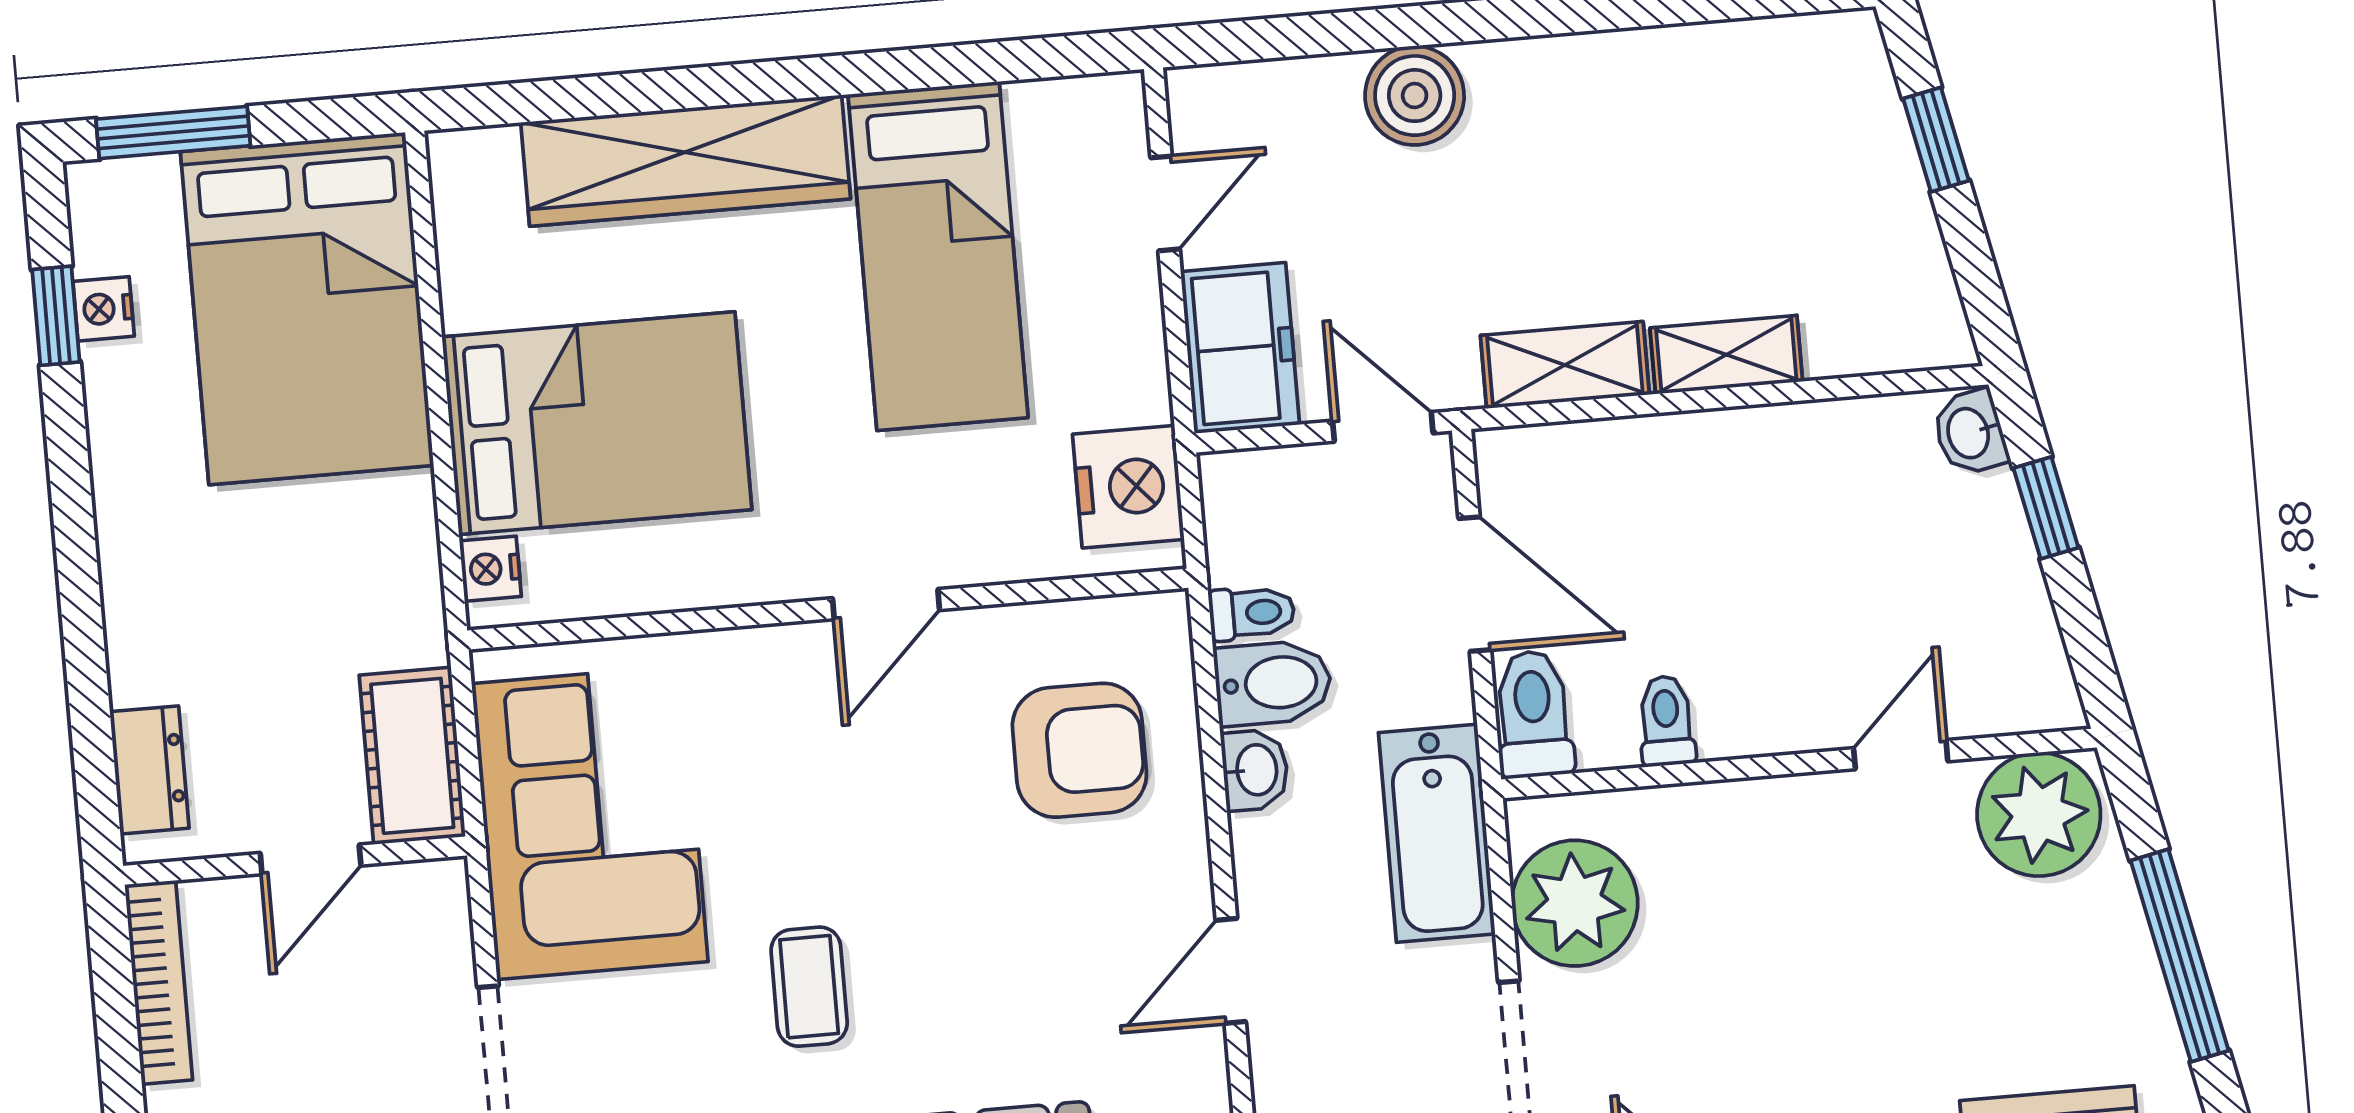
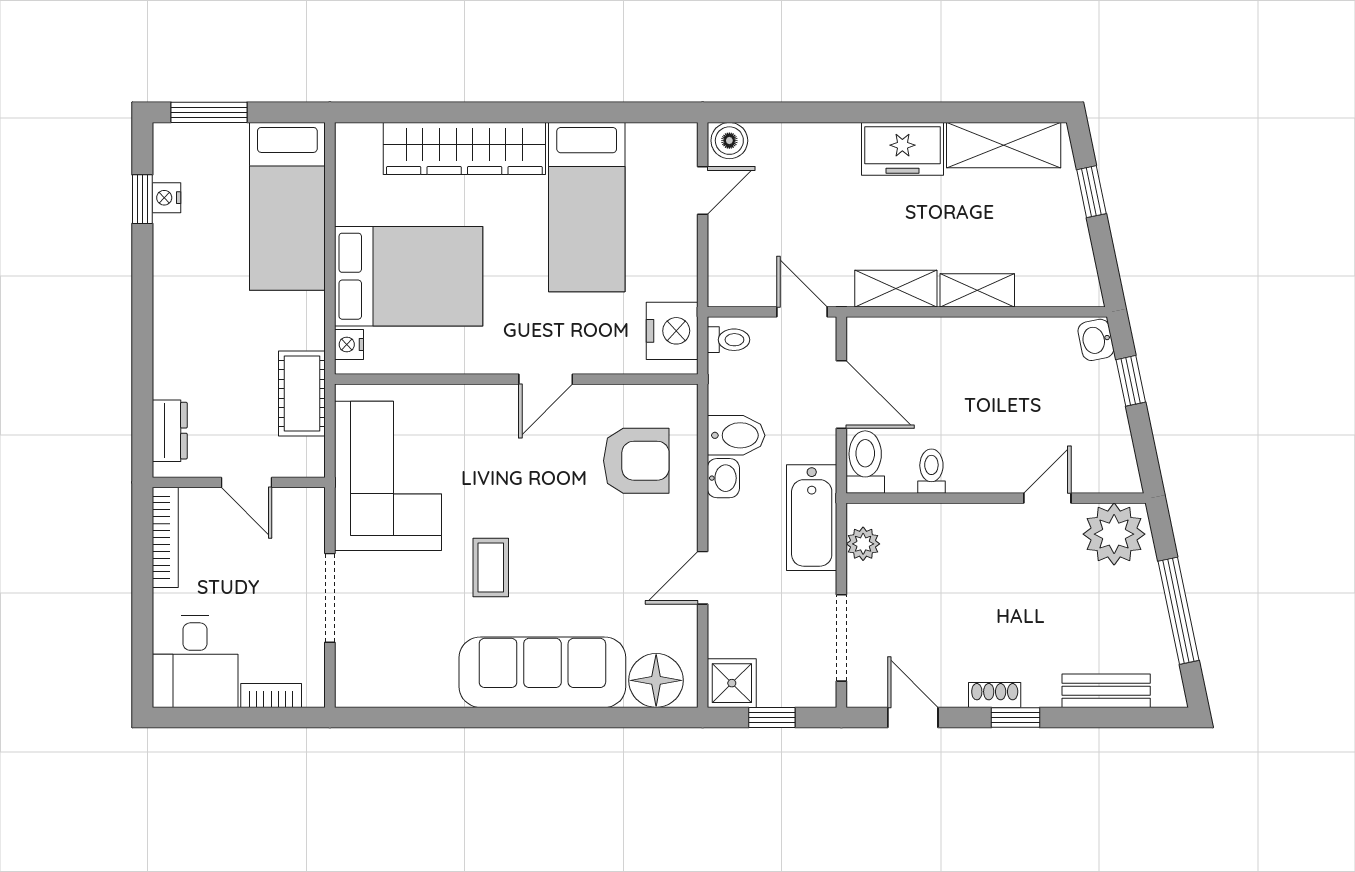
shelving: (1754, 62) -> (1004, 145), added
boiler: (1415, 96) -> (729, 141), moved, width x0.73, depth x0.73
bed: (307, 309) -> (287, 206), width x0.67
freezer: (1240, 348) -> (902, 149), moved, turned 90
toilet: (1252, 613) -> (729, 340), moved
cot: (412, 756) -> (302, 394), moved
door: (311, 859) -> (247, 482), hinge flipped
plant: (1575, 903) -> (863, 544), width x0.53, depth x0.53

